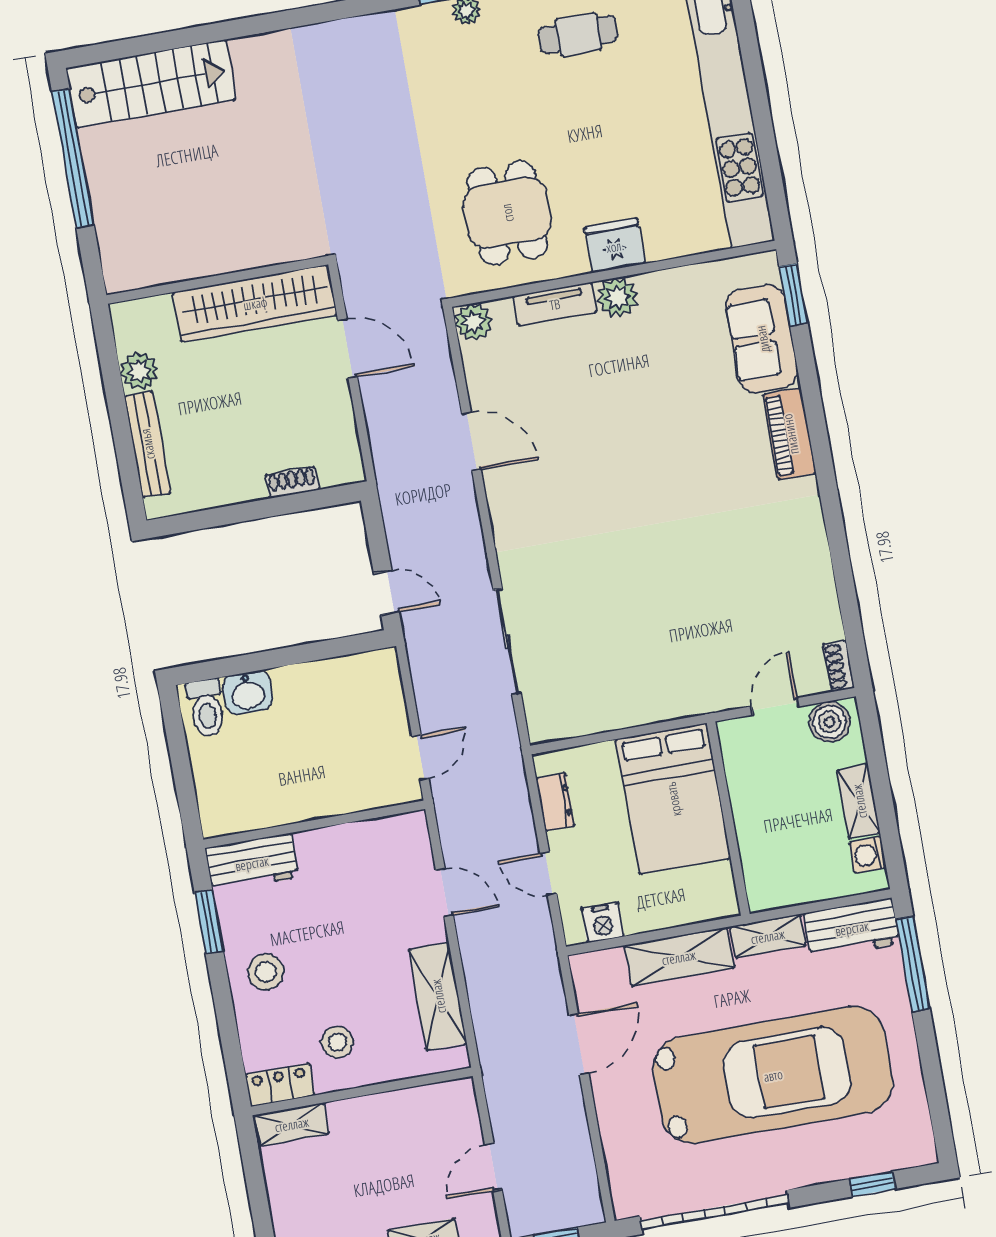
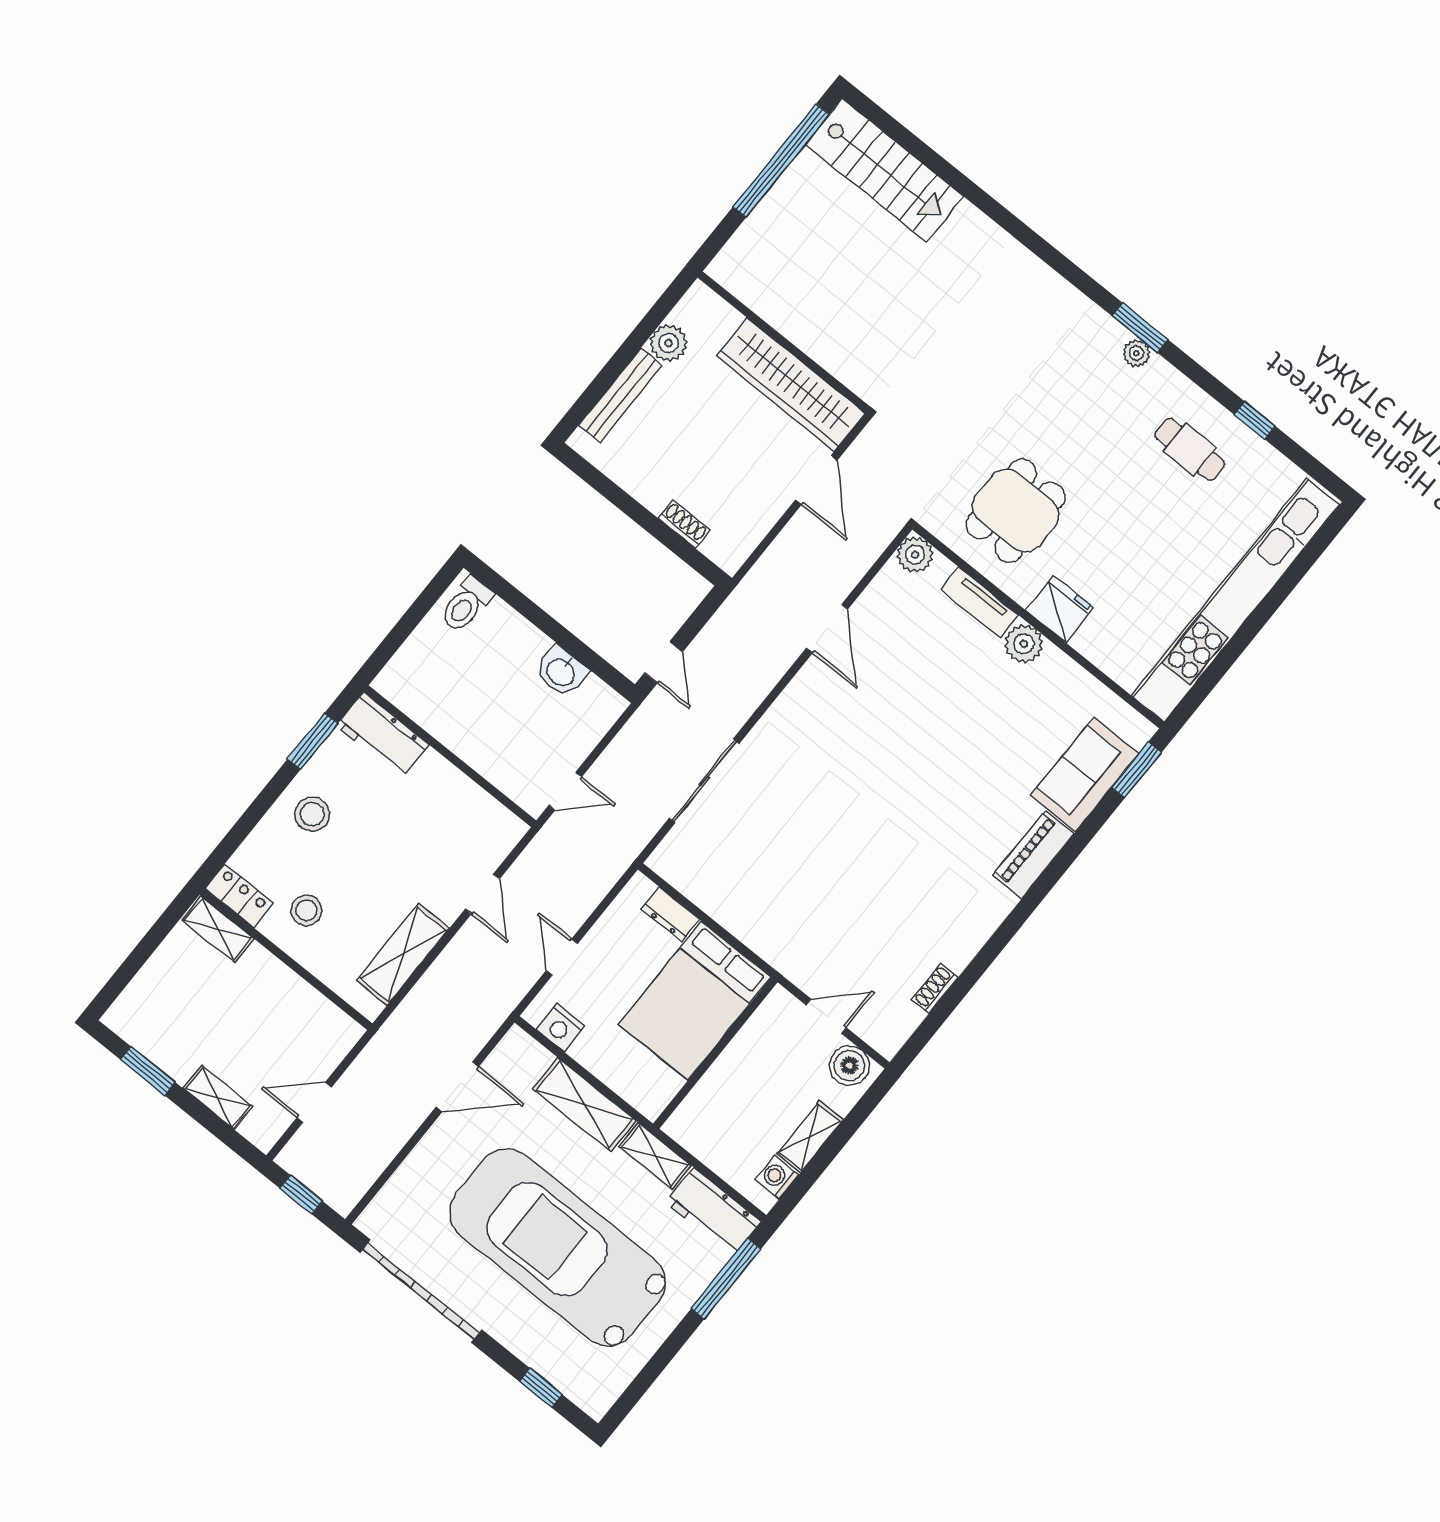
shoe rack: (839, 666) -> (935, 988), moved
washbasin: (248, 693) -> (561, 671), moved
dresser: (555, 802) -> (670, 914), moved, turned 90
car: (773, 1075) -> (557, 1247), turned 180

